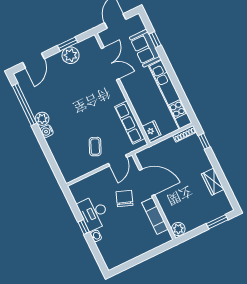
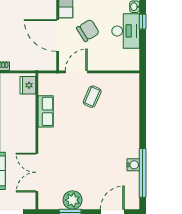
plant: (42, 119) -> (132, 150), removed
row of seats: (130, 123) -> (46, 111), width x0.68
water cooler: (47, 131) -> (133, 165), moved
chair: (124, 198) -> (88, 30), turned -142

